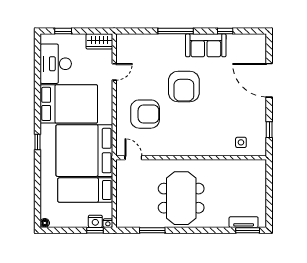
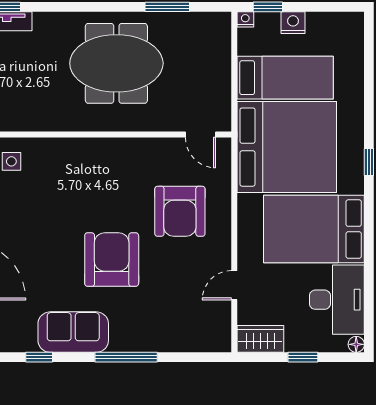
window: (63, 31) -> (303, 357), moved
armchair: (145, 114) -> (180, 211), turned -90
meeting table: (181, 198) -> (116, 63), turned 90
nightstand: (95, 221) -> (293, 23), moved
floor lamp: (45, 223) -> (356, 344), moved

